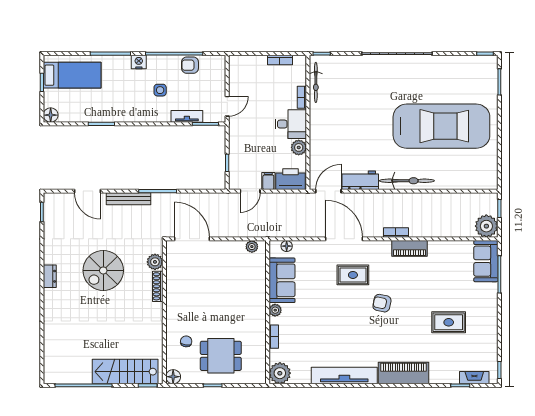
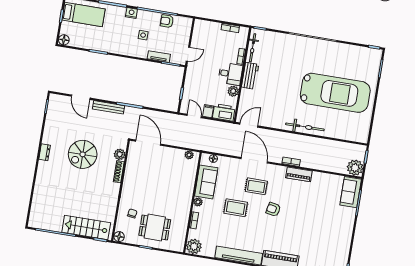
workbench: (360, 180) -> (250, 76), moved, turned 90
door: (250, 191) -> (194, 116), swing flipped
rug: (449, 322) -> (236, 208), moved

